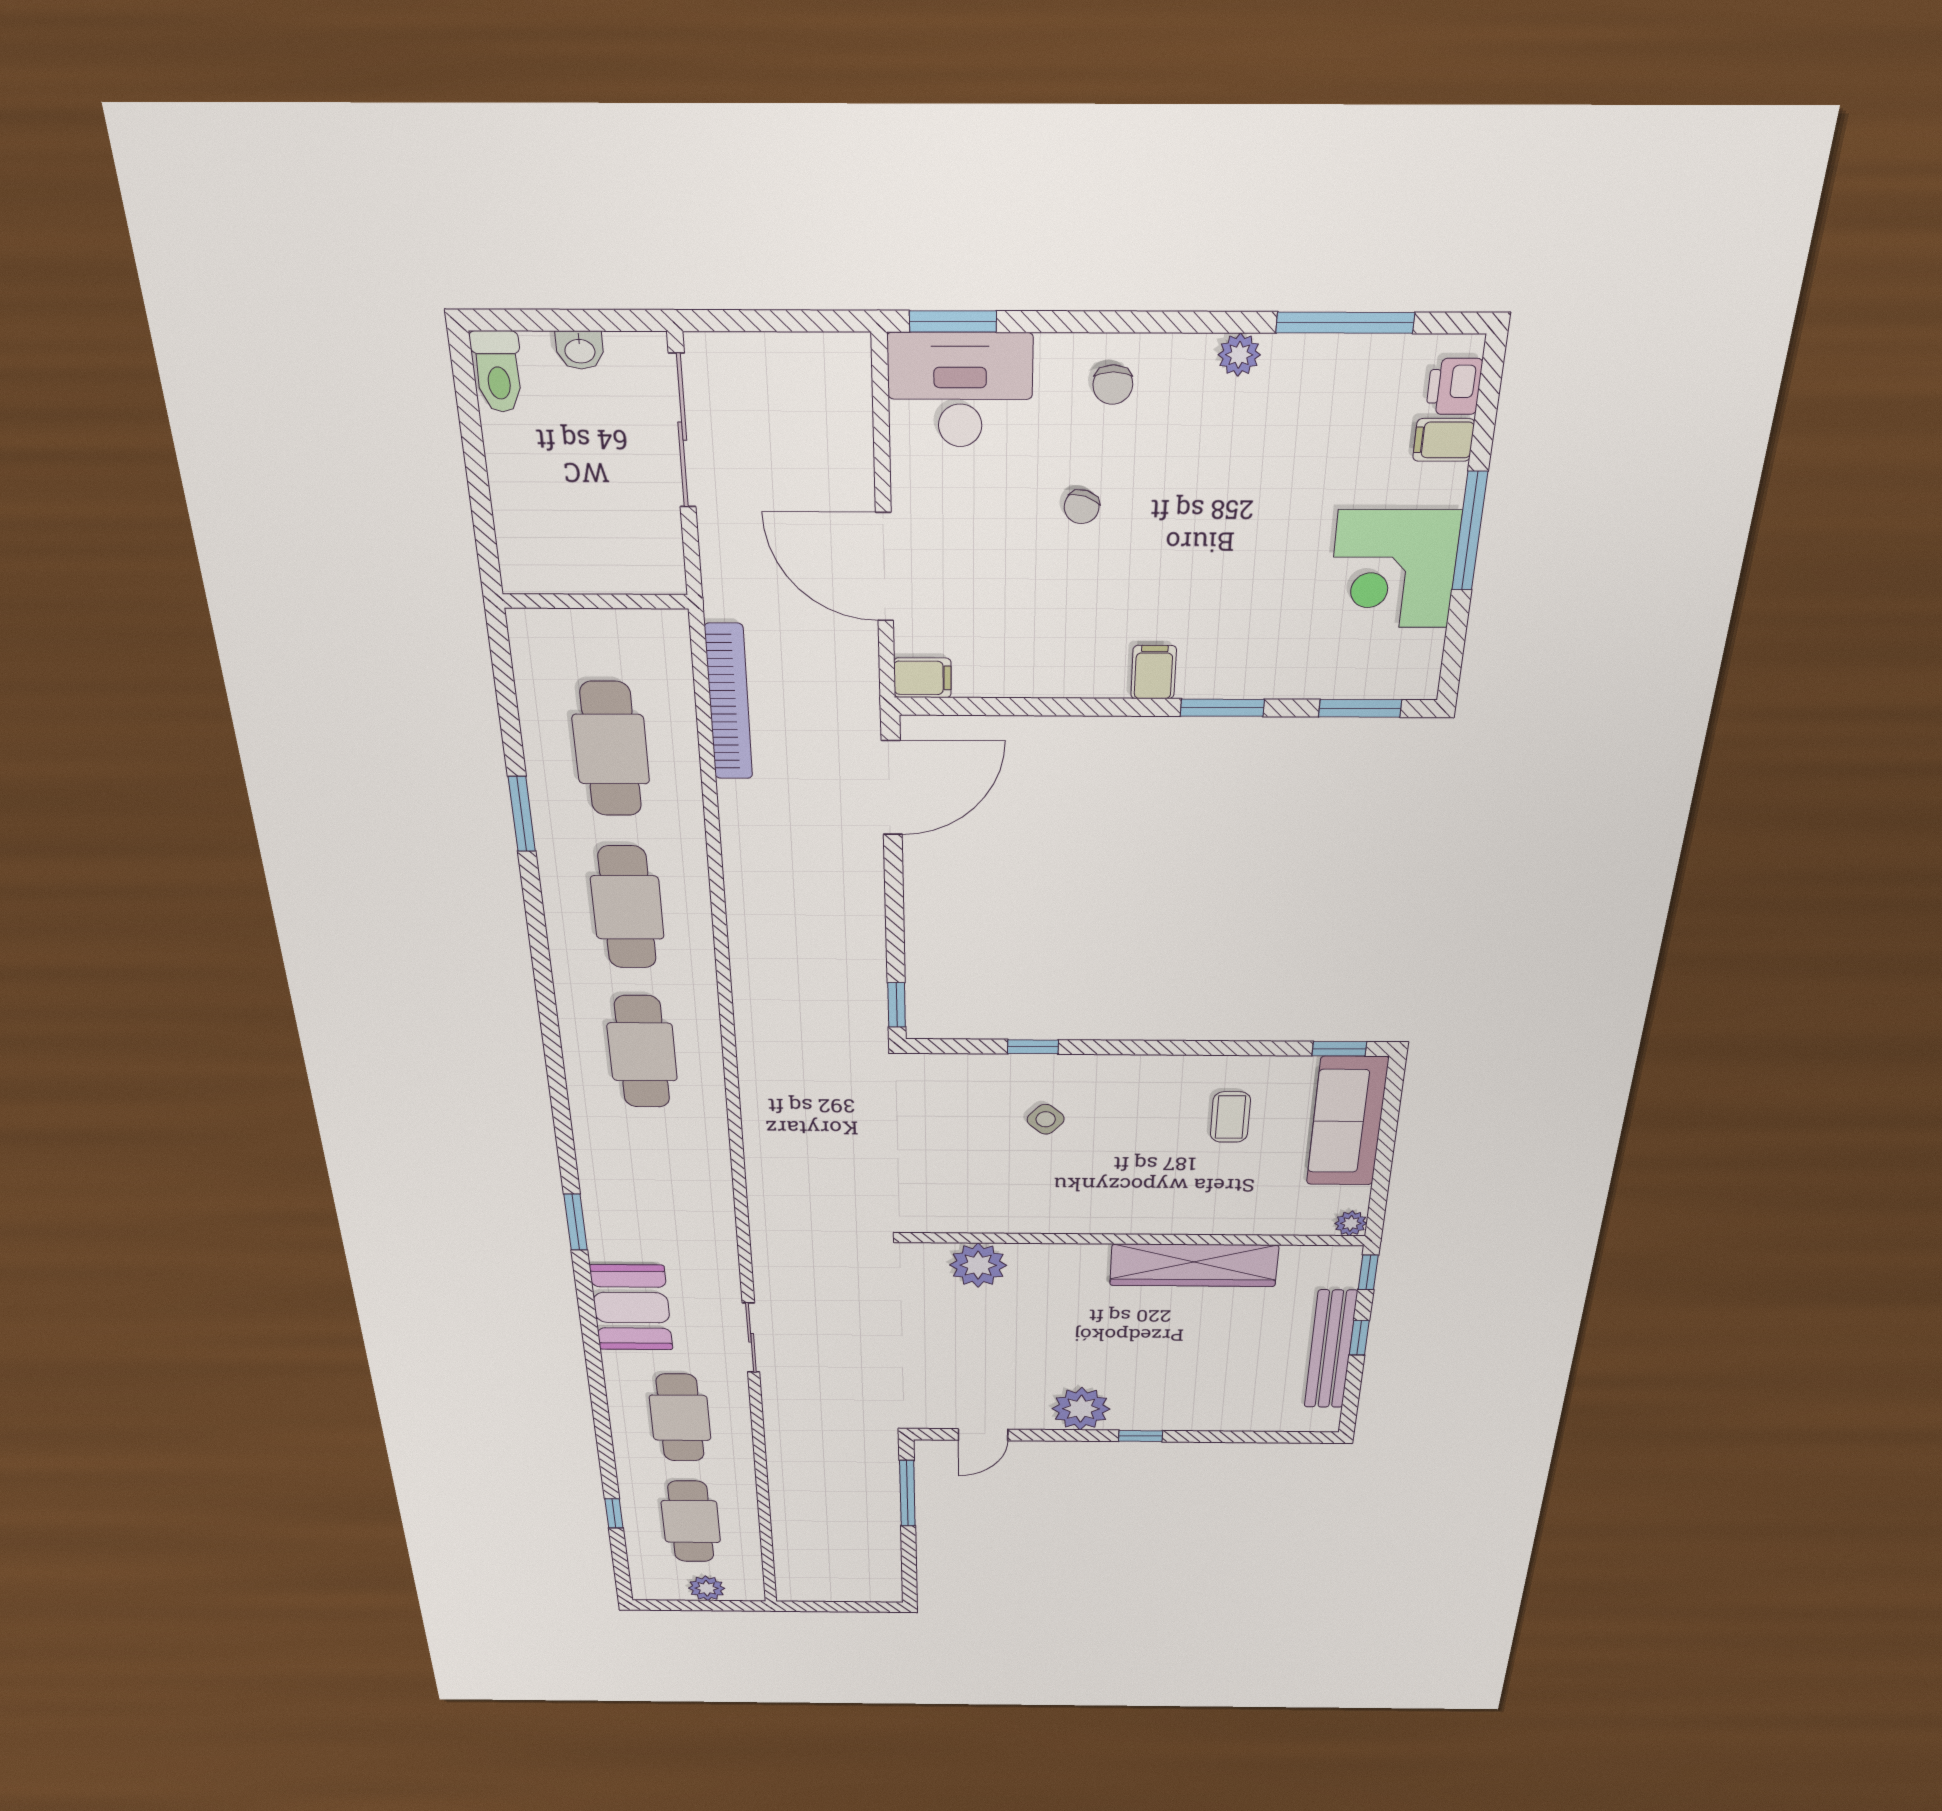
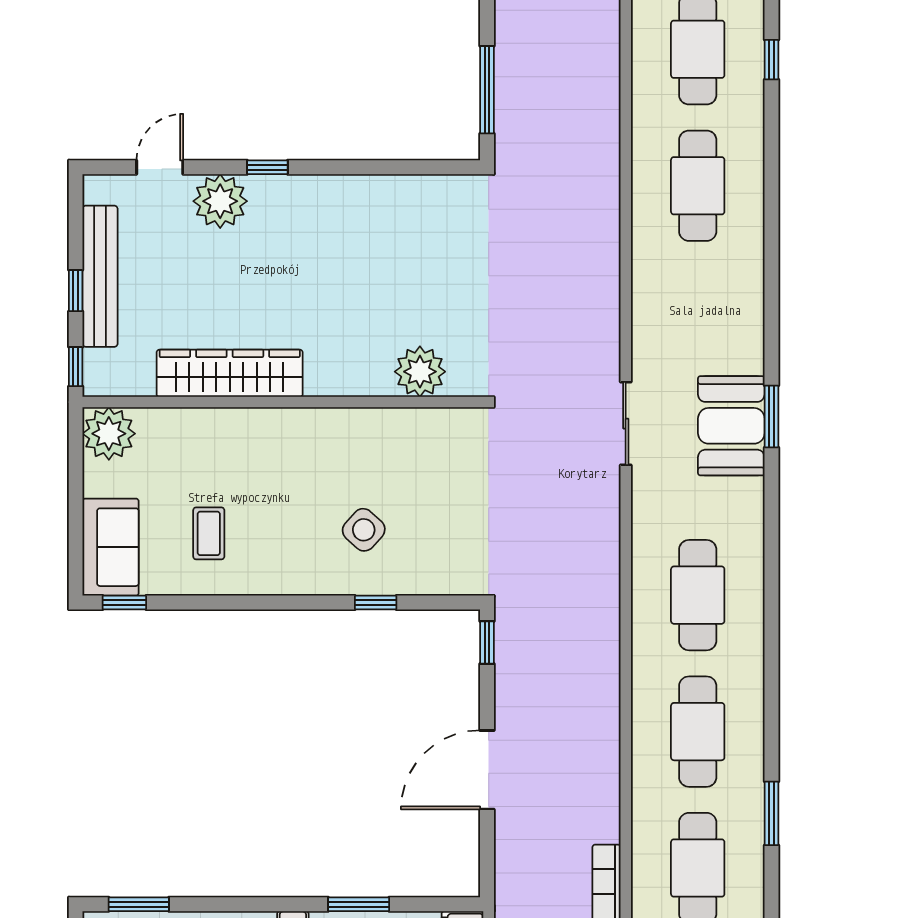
window: (1222, 708) -> (359, 904), moved
door: (892, 788) -> (487, 770), moved
side table: (1046, 1119) -> (364, 530), width x1.37, depth x1.37
sofa: (1347, 1121) -> (111, 547), width x0.73
plant: (1351, 1223) -> (109, 434), width x1.88, depth x1.88
booth: (631, 1308) -> (731, 426), moved
sliding door: (751, 1338) -> (626, 424), moved
plant: (1081, 1409) -> (220, 201), moved
door: (983, 1435) -> (160, 167), moved

